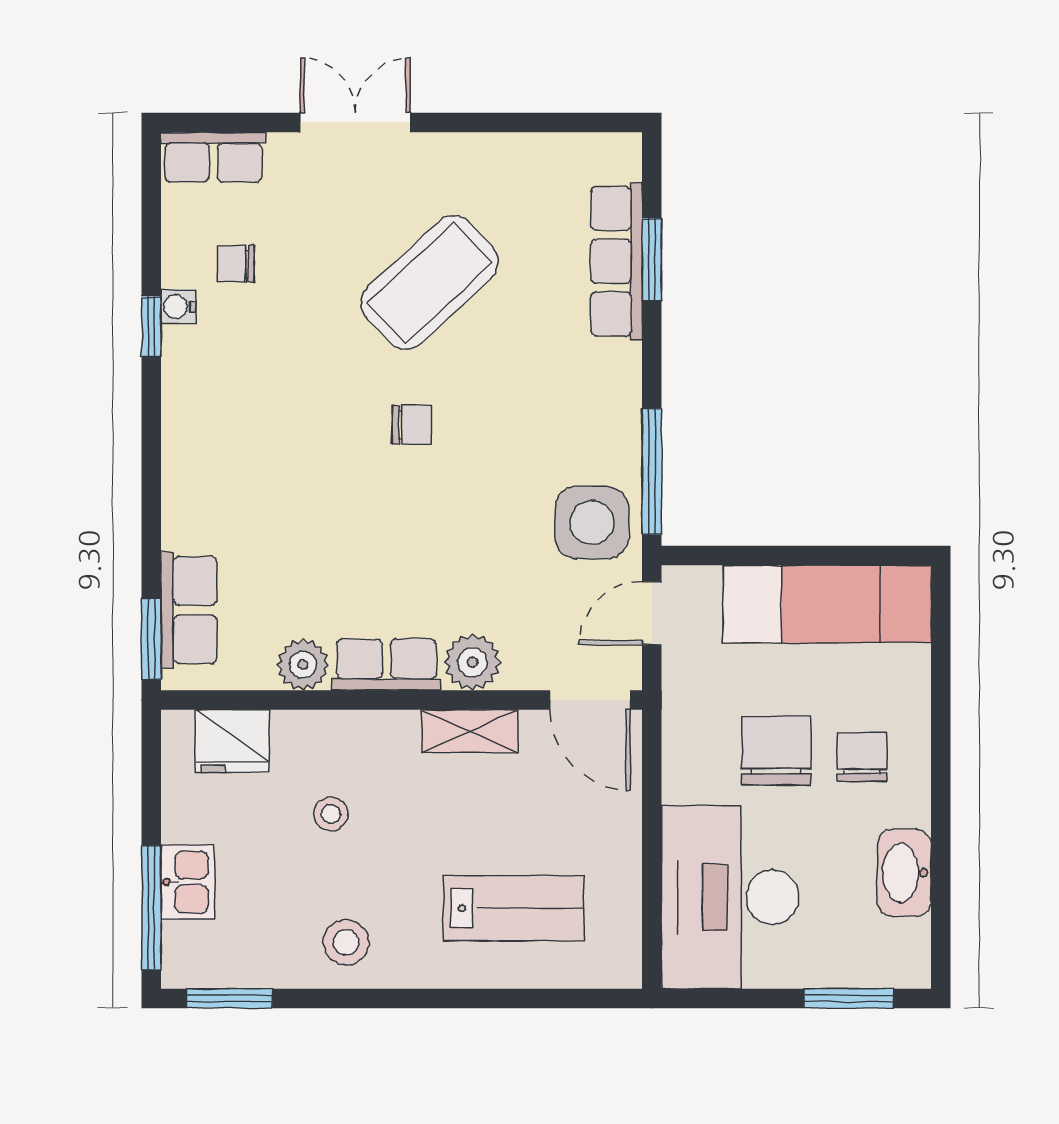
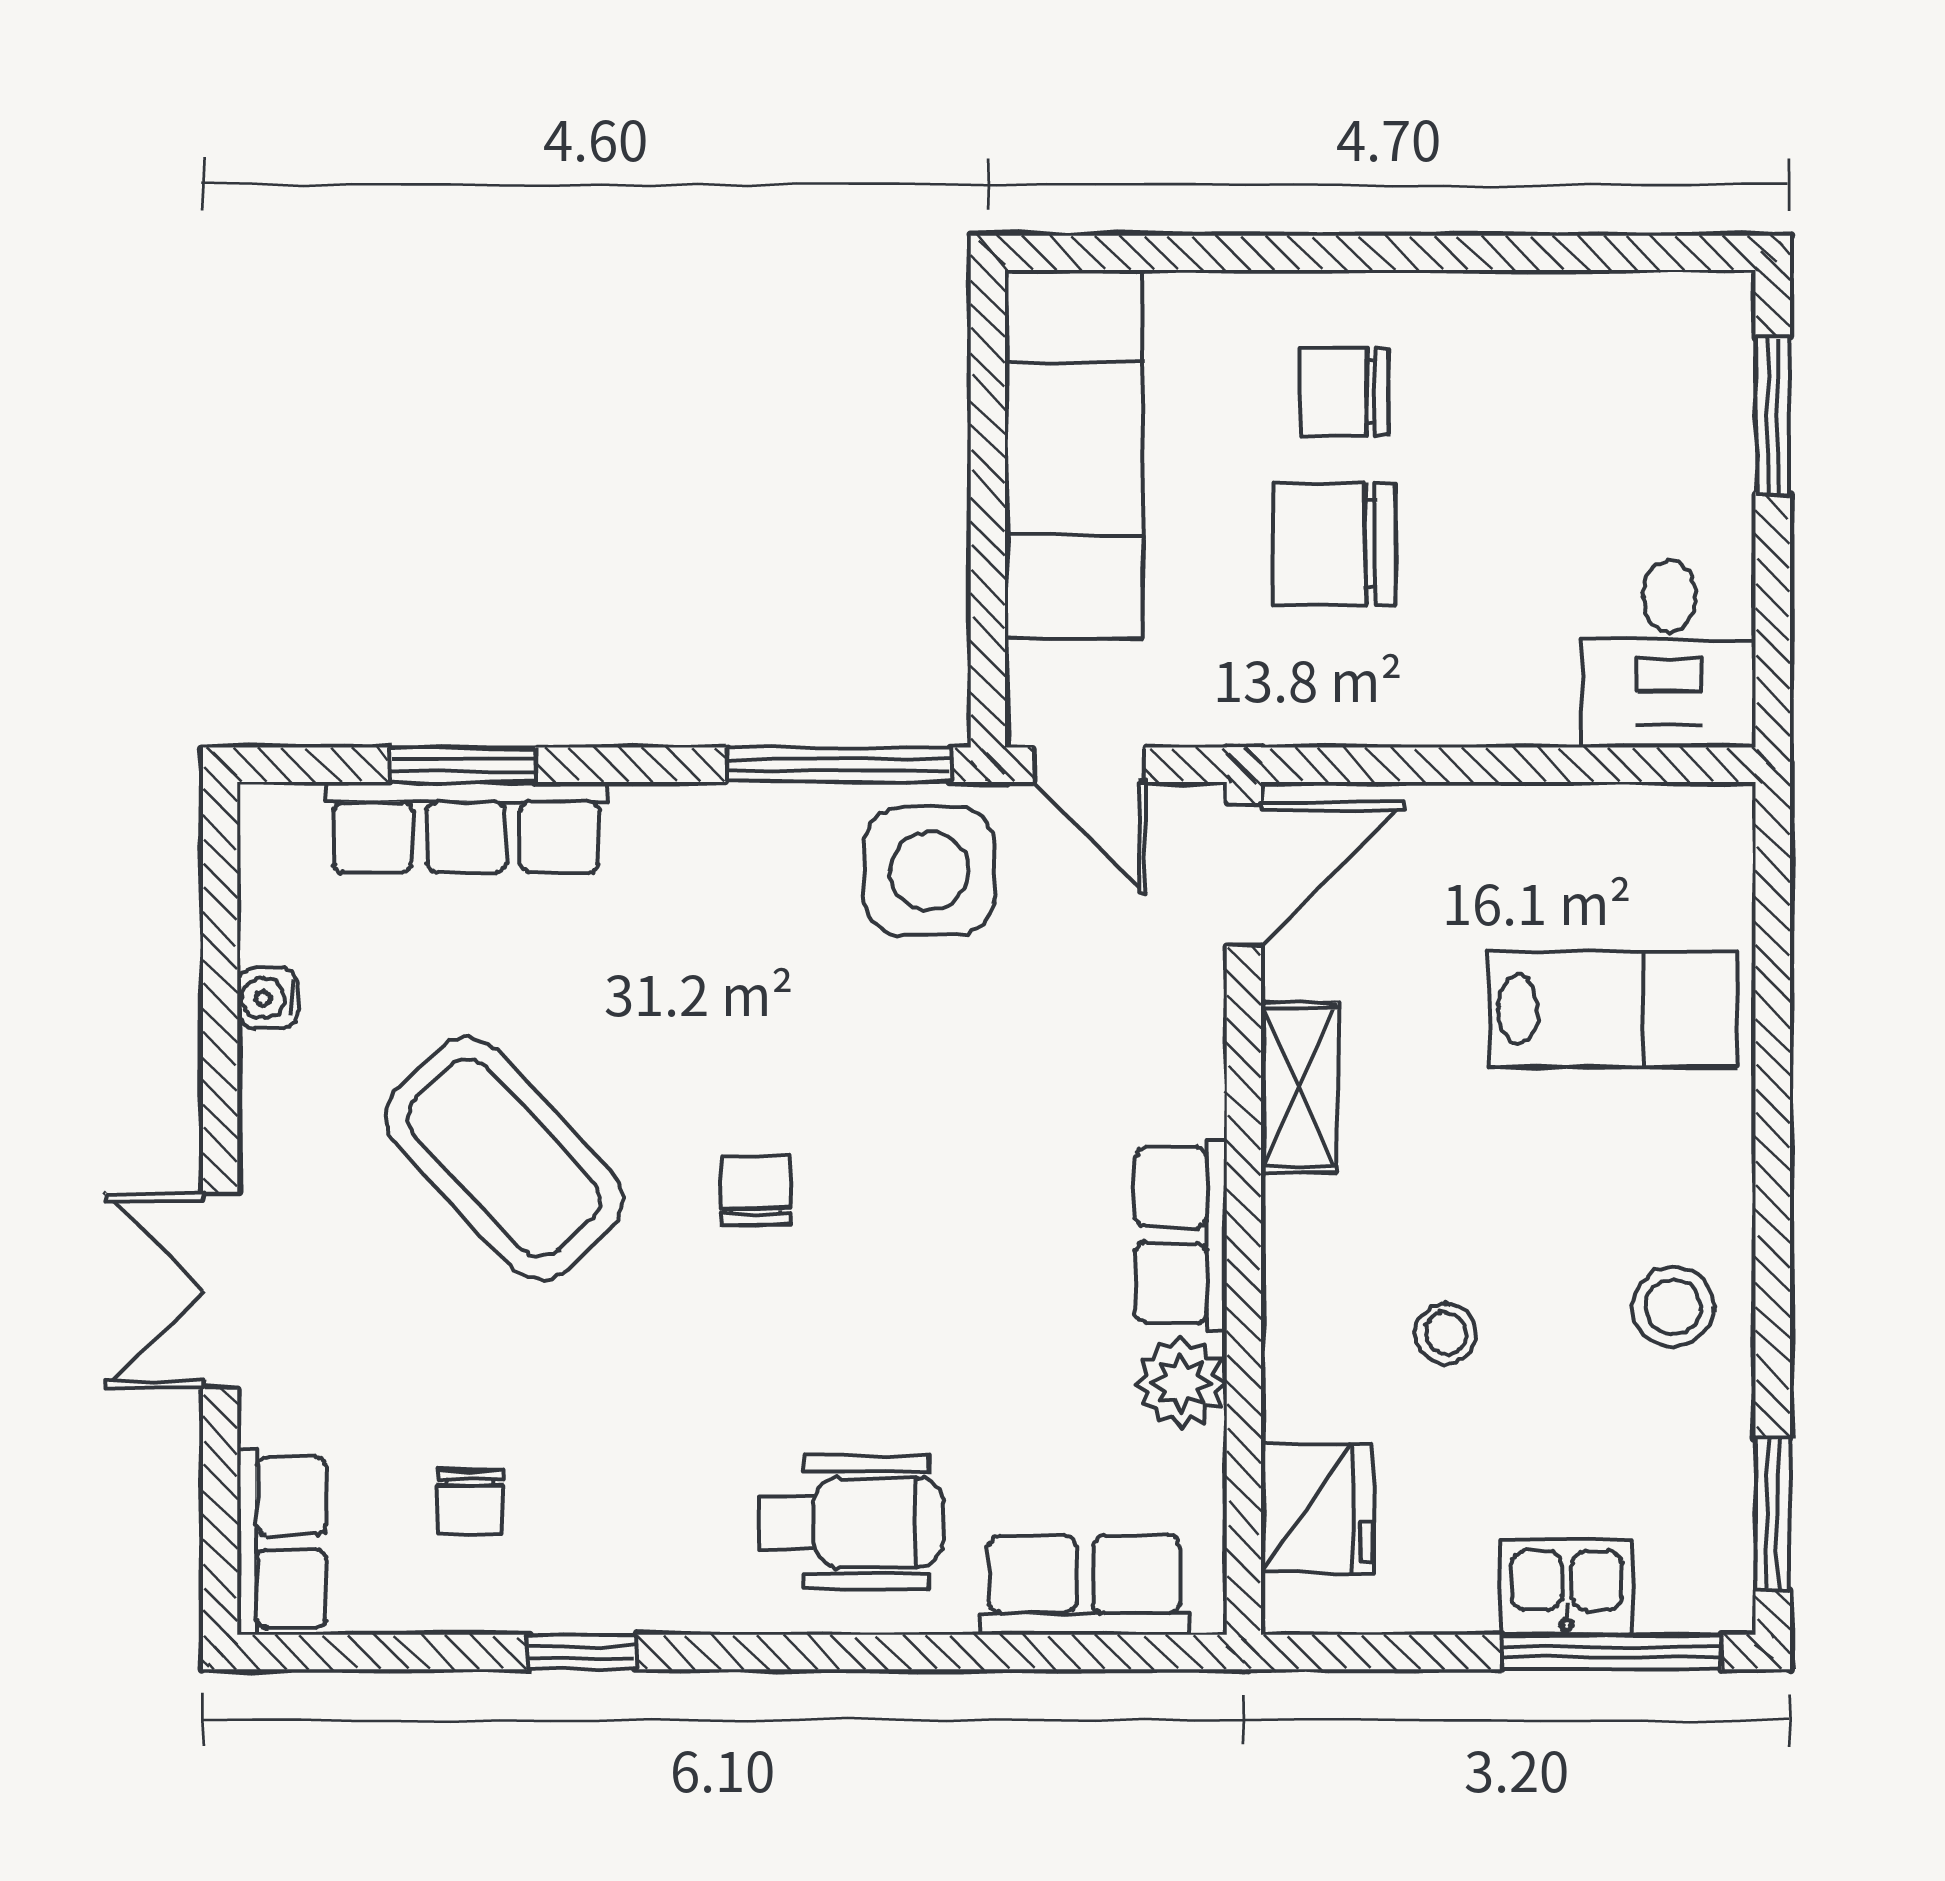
water cooler: (178, 307) -> (268, 998), moved, turned 90
wheelchair: (224, 478) -> (851, 1523), added
window: (151, 639) -> (1135, 1652), removed
plant: (472, 662) -> (1177, 1083), removed
washbasin: (904, 873) -> (1550, 318), removed
desk: (730, 897) -> (1669, 654), width x0.53, depth x0.77
lab bench: (514, 908) -> (1613, 1009), turned 90

